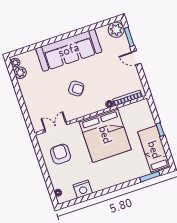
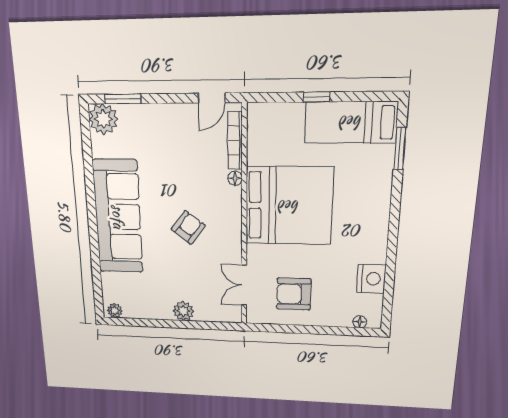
door: (136, 58) -> (212, 98), moved
plant: (20, 73) -> (183, 311), moved

